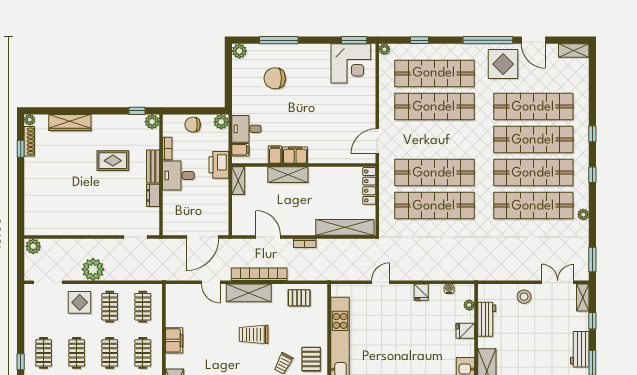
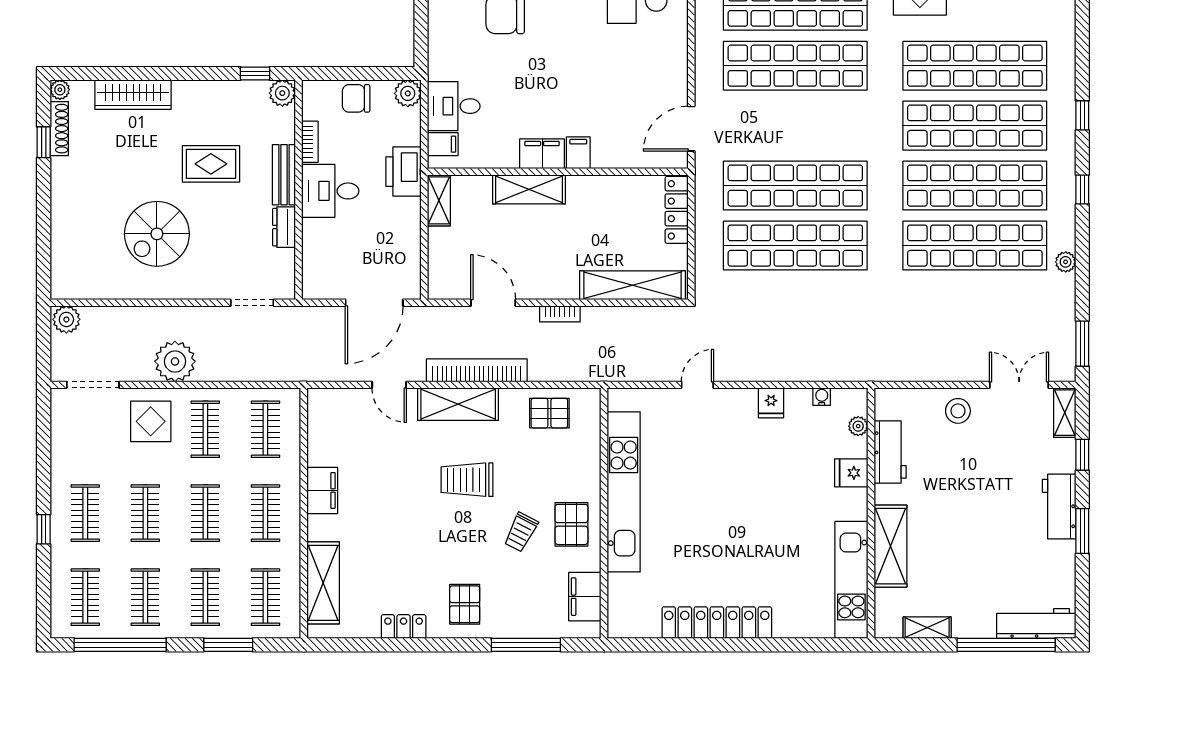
filing cabinet: (275, 155) -> (578, 153), moved
spiral stairs: (83, 199) -> (157, 234), added

